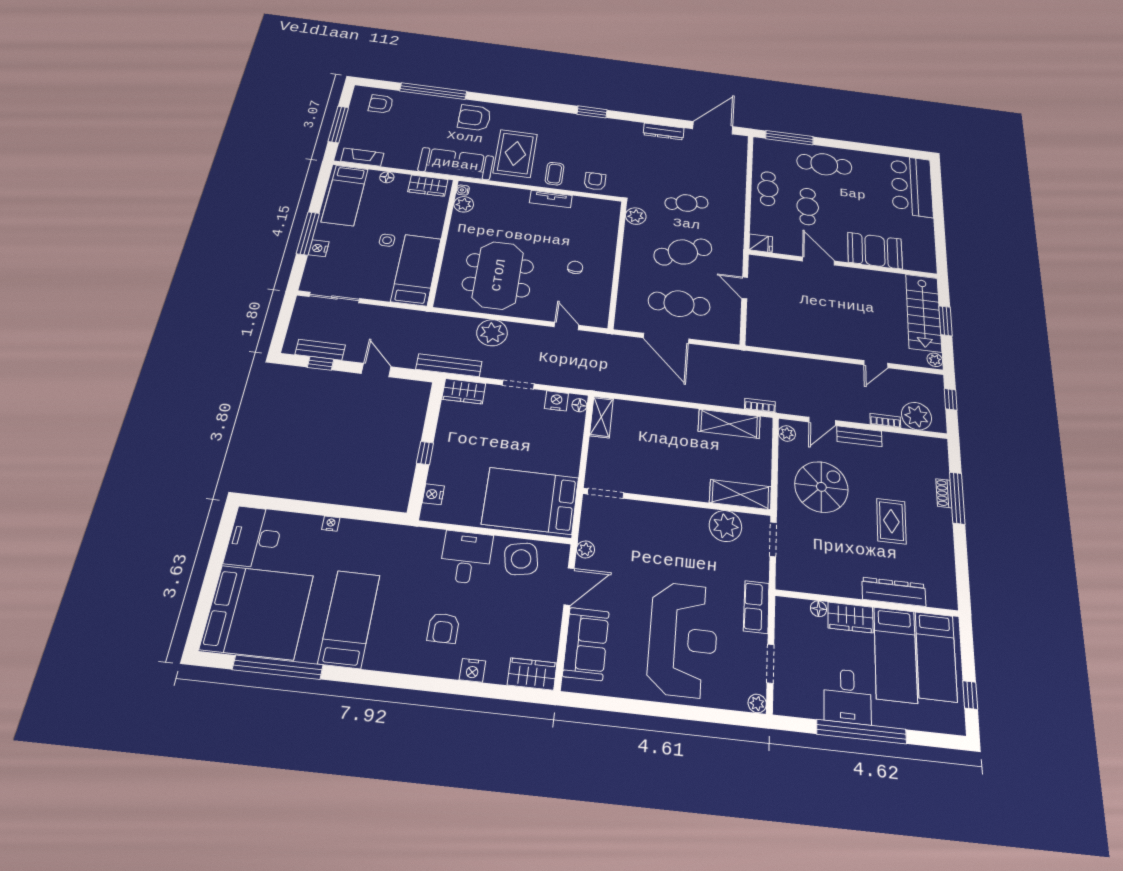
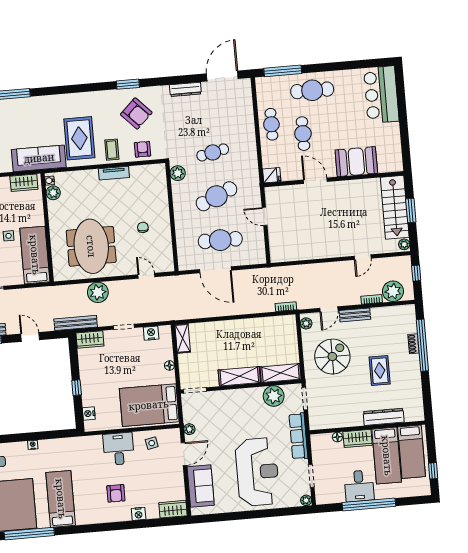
armchair: (474, 118) -> (136, 113), moved, turned -134
floor lamp: (579, 405) -> (169, 365), moved
shelving: (729, 424) -> (239, 376), moved
window: (957, 498) -> (422, 345), width x1.46
side table: (521, 559) -> (152, 443), width x0.54, depth x0.54
row of seats: (756, 607) -> (298, 436), width x1.48

